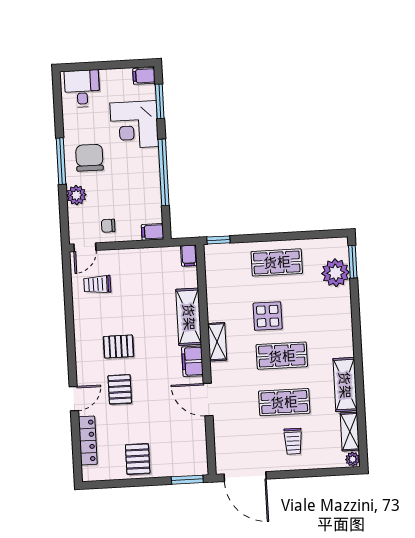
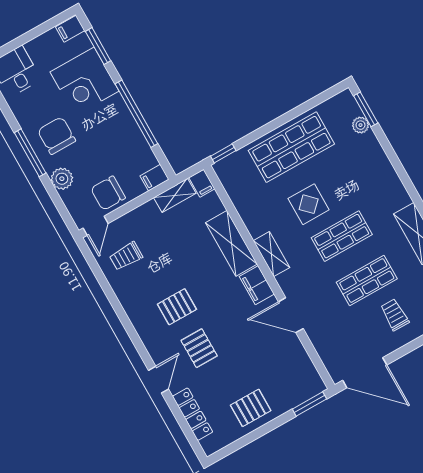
chair: (108, 226) -> (108, 193), width x1.87, depth x1.87
shelving: (162, 255) -> (175, 195), added
shop shelf: (277, 262) -> (291, 147), width x1.43, depth x1.36
plant: (336, 273) -> (360, 125), width x0.53, depth x0.53
trolley: (293, 441) -> (395, 315), turned 180
pallet: (138, 459) -> (251, 408), turned 90

